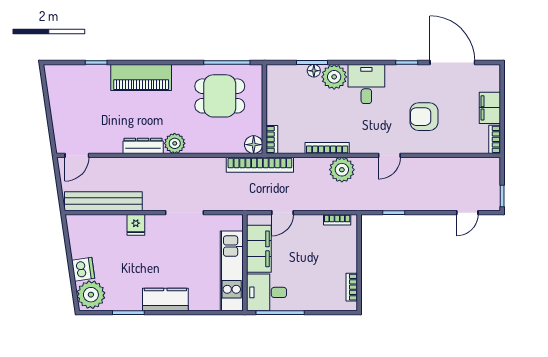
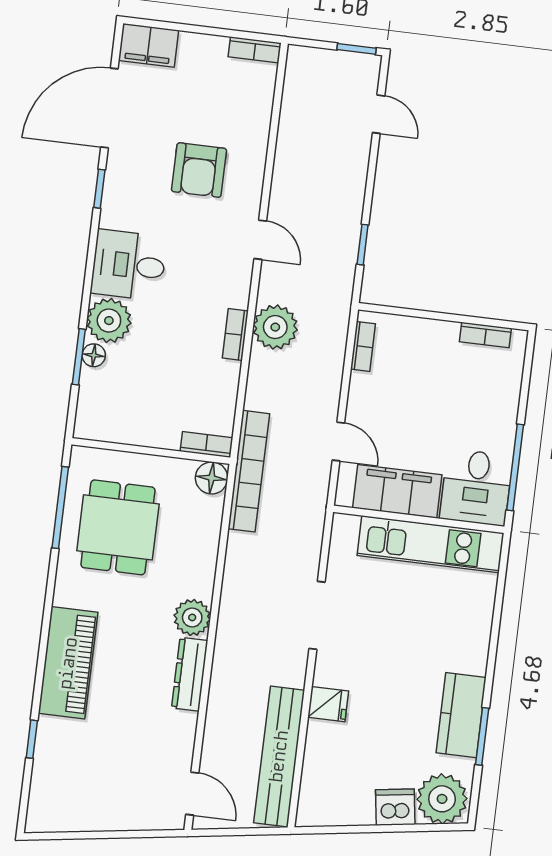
filing cabinet: (490, 108) -> (149, 45), moved
bookcase: (327, 148) -> (235, 334), width x0.64
kitchen counter: (165, 300) -> (461, 715), moved

